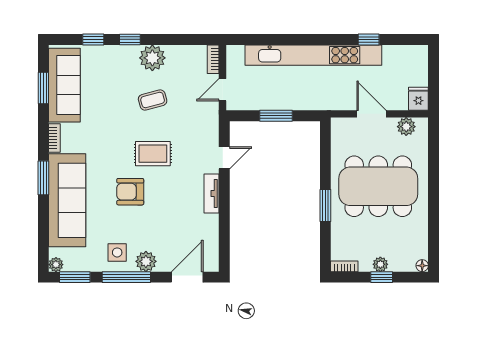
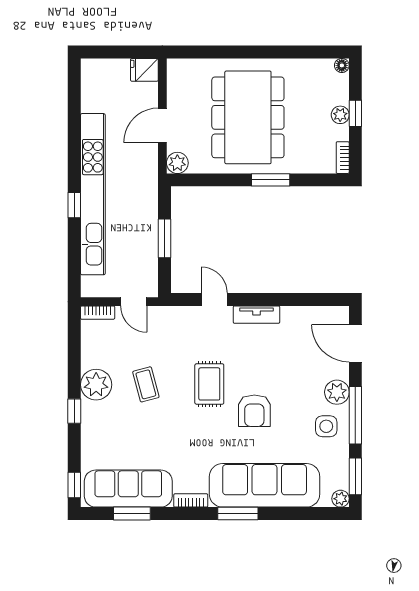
window: (93, 39) -> (74, 485), moved
window: (369, 39) -> (74, 205), moved
plant: (406, 127) -> (177, 163), moved

